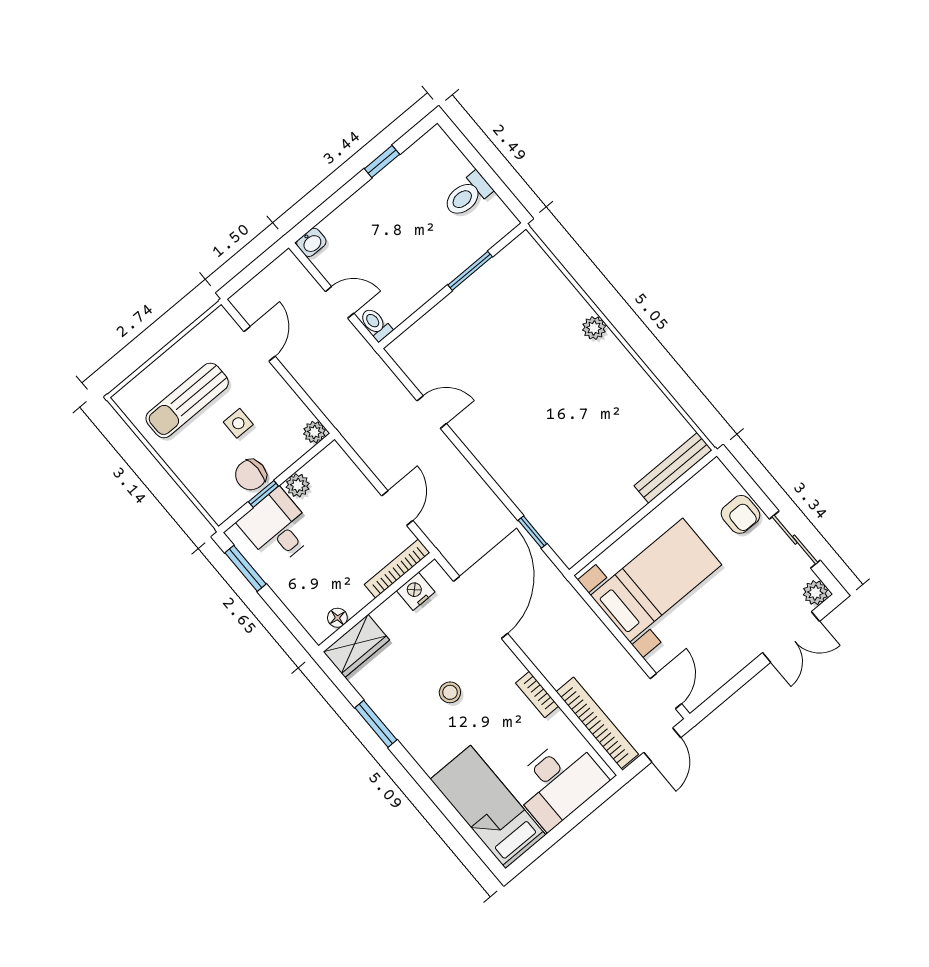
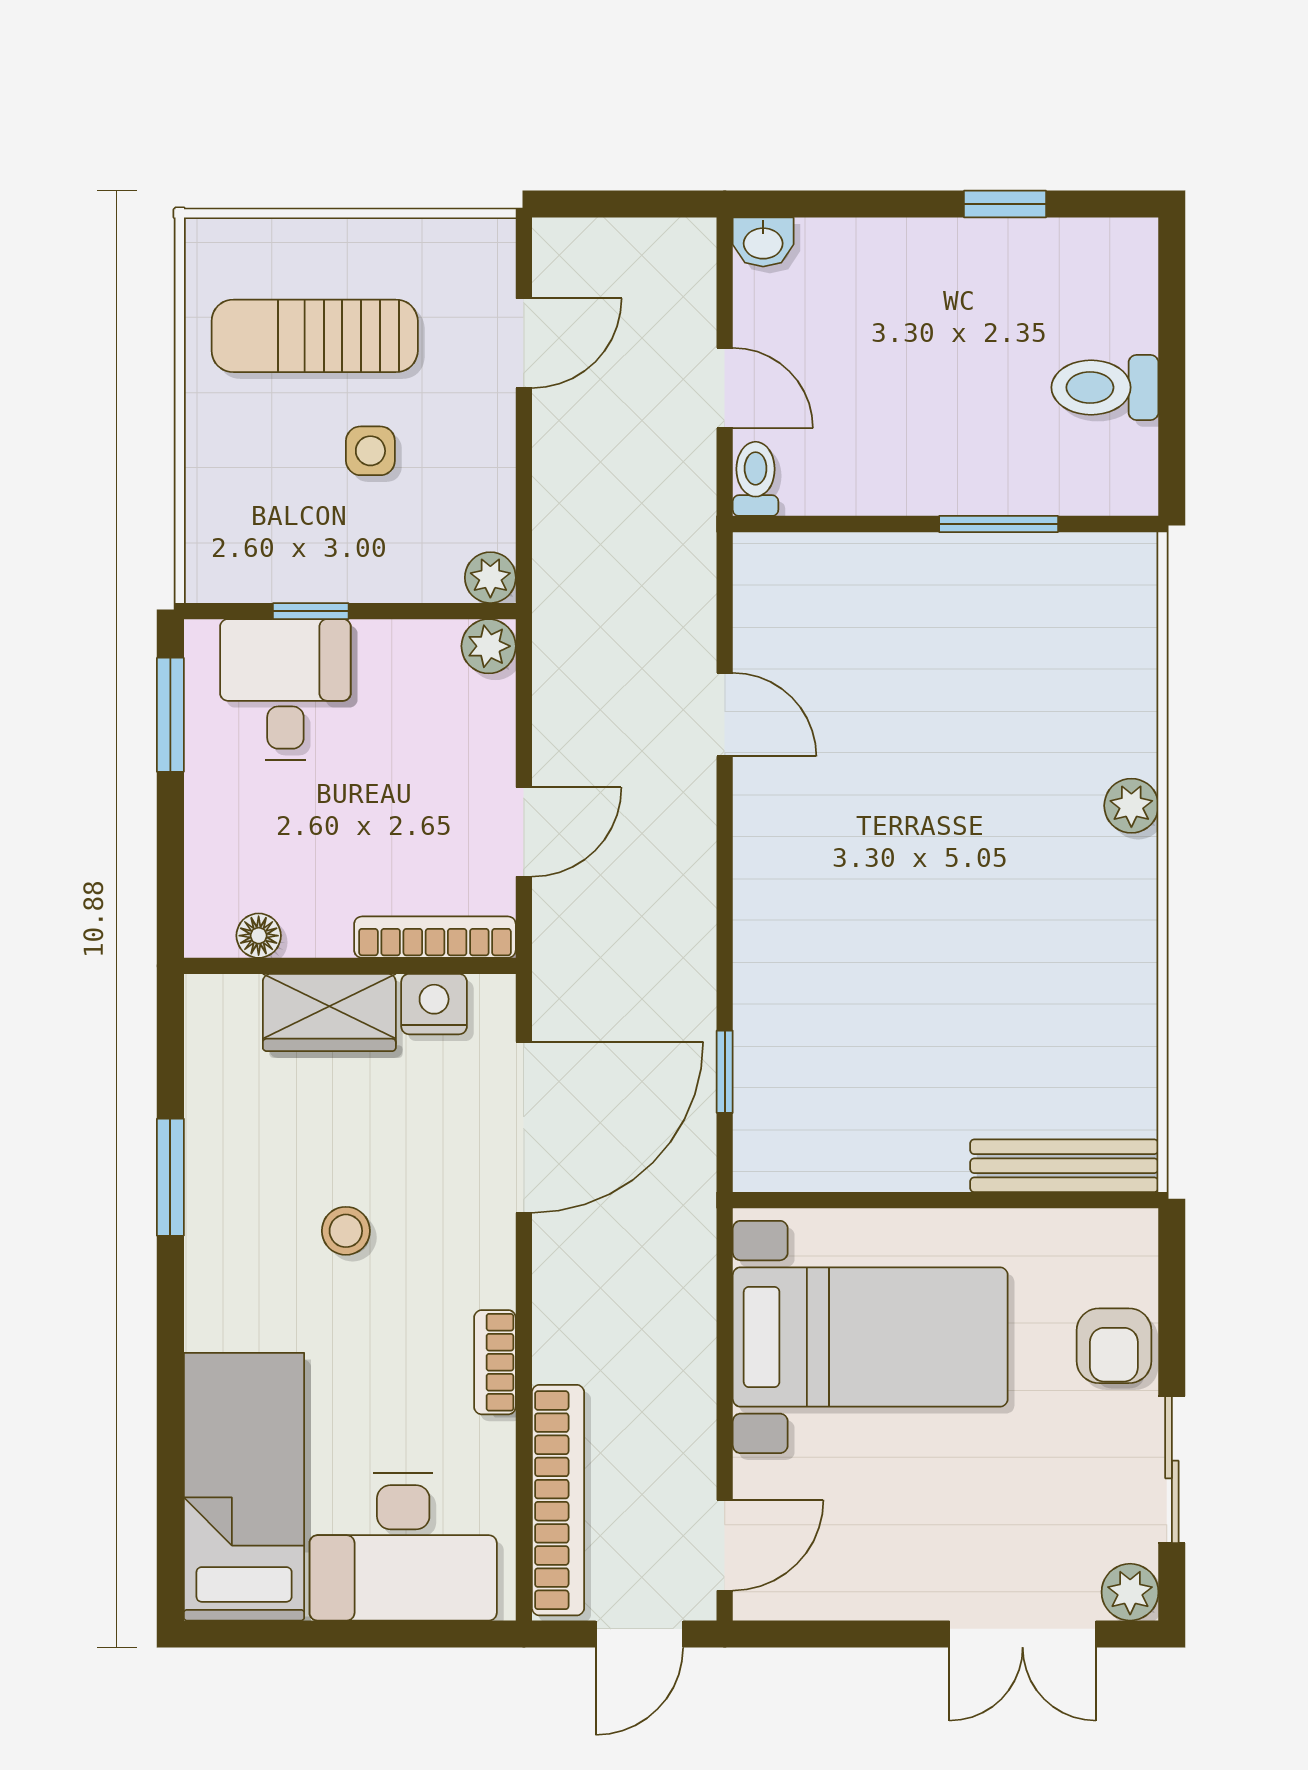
chair: (251, 475) -> (317, 559), removed
plant: (298, 485) -> (489, 646), moved
wardrobe: (356, 646) -> (329, 1012), moved

